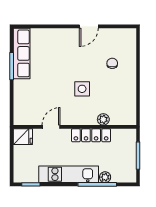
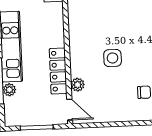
door: (51, 127) -> (70, 110), moved

